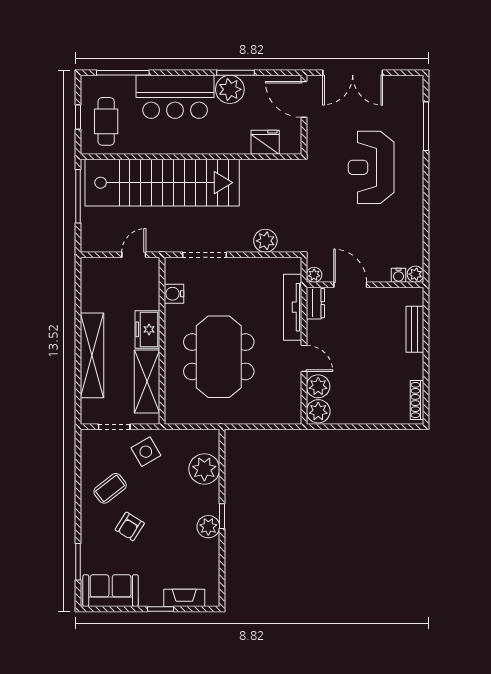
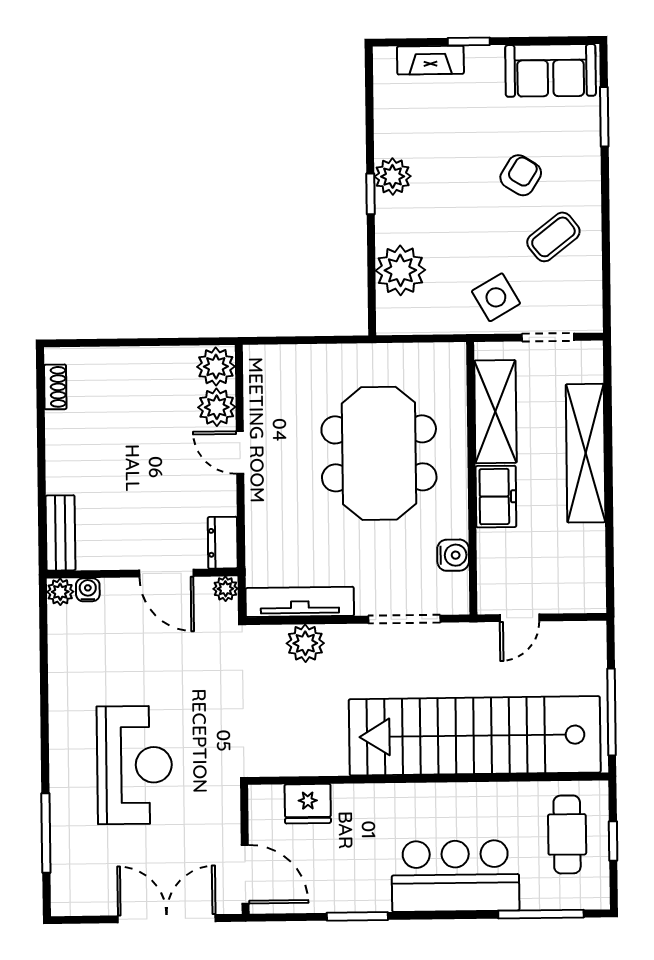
plant: (230, 89) -> (366, 889), removed
tv unit: (293, 307) -> (300, 602), moved, turned -90
bench: (415, 329) -> (61, 533), moved
shoe rack: (417, 400) -> (55, 387), width x0.70

